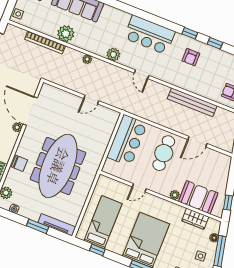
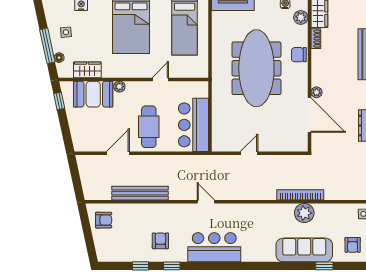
bookcase: (45, 42) -> (300, 195), moved
plant: (113, 54) -> (245, 211), removed
plant: (87, 59) -> (271, 195), removed

